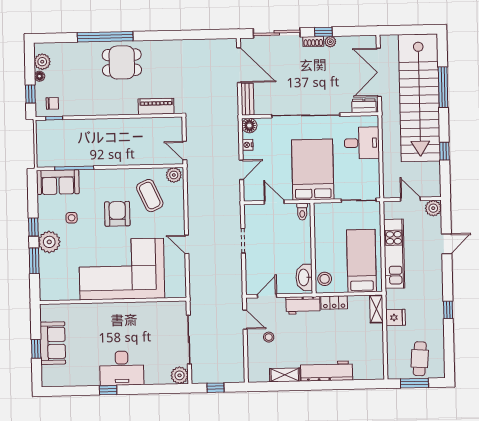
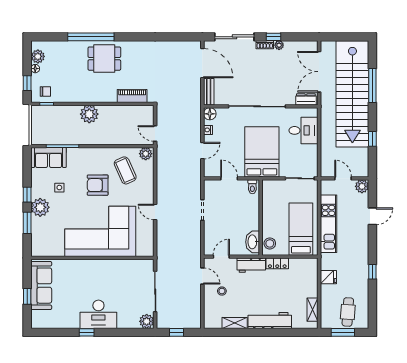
plant: (105, 129) -> (89, 114), added
armchair: (117, 214) -> (98, 185), turned -90
shelving: (376, 309) -> (313, 310), moved
sofa: (53, 343) -> (41, 286), width x1.36

